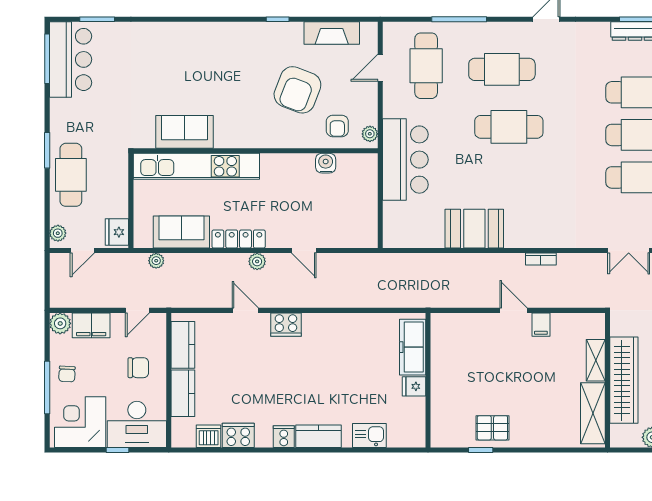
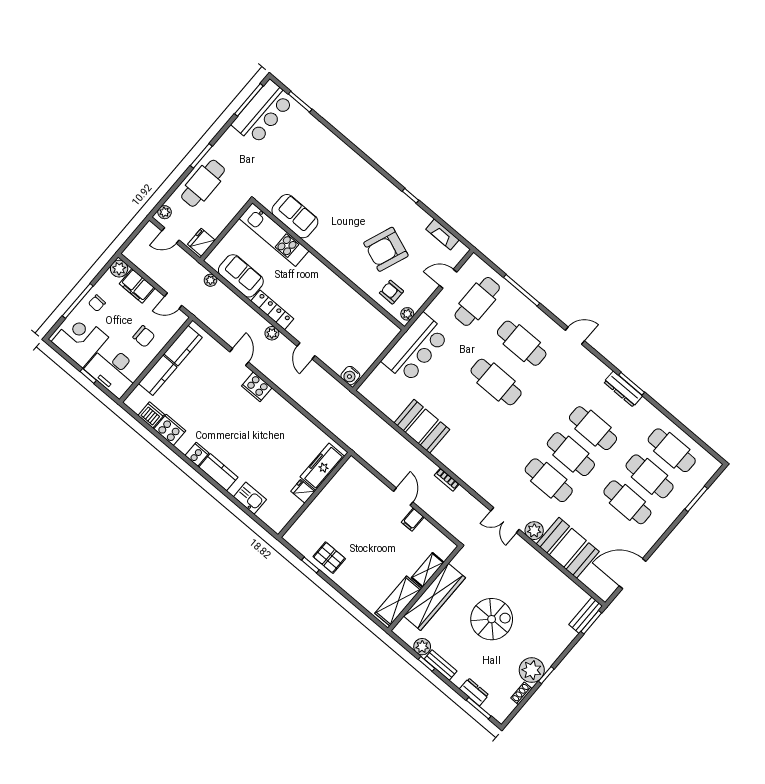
fireplace: (332, 33) -> (442, 234), width x0.73, depth x0.76
armchair: (337, 126) -> (391, 292), turned 90
water cooler: (326, 163) -> (350, 376), moved, turned 180
kitchen unit: (196, 166) -> (274, 235), width x0.73

